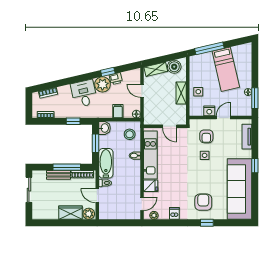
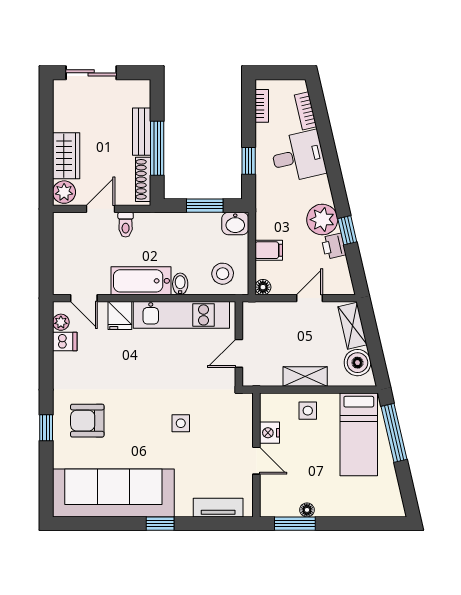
bed: (226, 69) -> (359, 434), moved, turned -77
desk: (84, 93) -> (298, 156), moved
armchair: (206, 136) -> (219, 427), removed
bathtub: (106, 163) -> (141, 281), moved, turned 180
sliding door: (29, 190) -> (91, 73), moved
armchair: (203, 202) -> (87, 421), turned 180
dishwasher: (174, 213) -> (65, 342), moved

